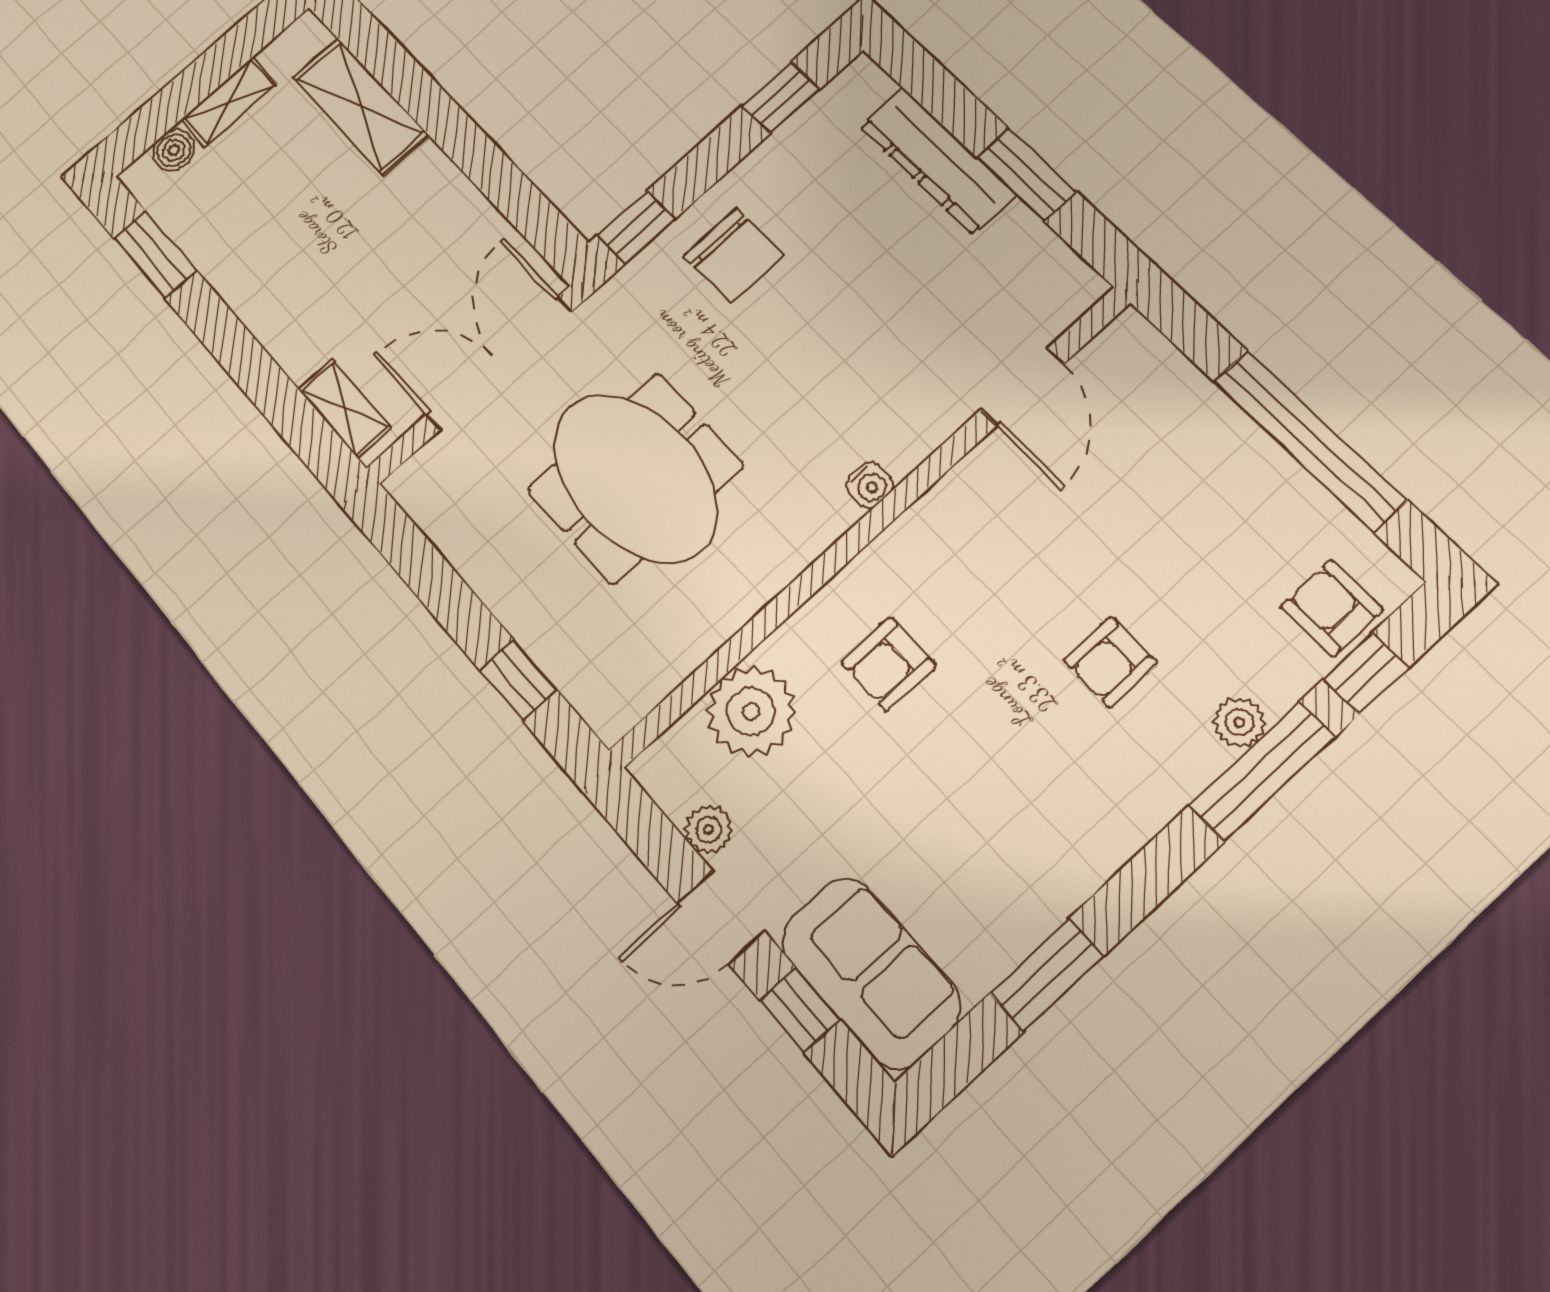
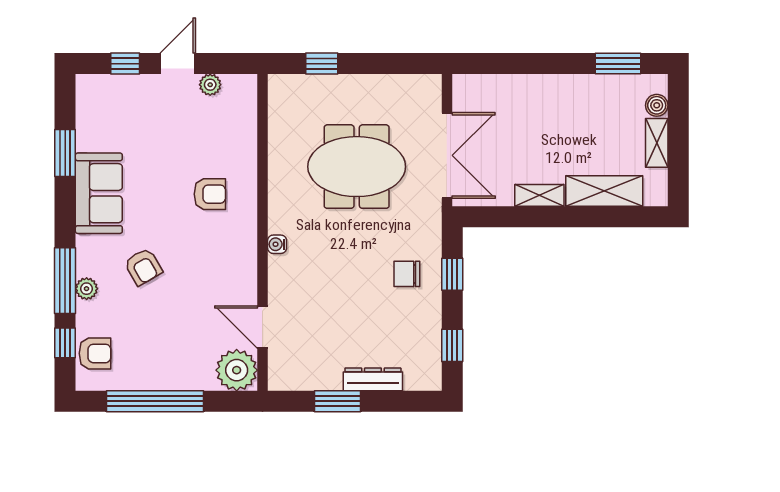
dresser: (937, 160) -> (373, 379), width x0.73, depth x0.80
window: (636, 227) -> (452, 274), moved
chair: (734, 256) -> (407, 274), width x0.73, depth x0.73
shelving: (345, 409) -> (539, 195), moved
armchair: (1110, 662) -> (143, 267), turned 150
armchair: (888, 664) -> (210, 194), turned 90
plant: (751, 711) -> (237, 370), moved
sofa: (871, 973) -> (99, 193), moved, turned -90

